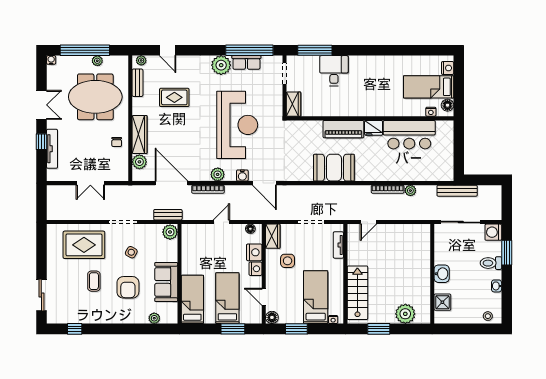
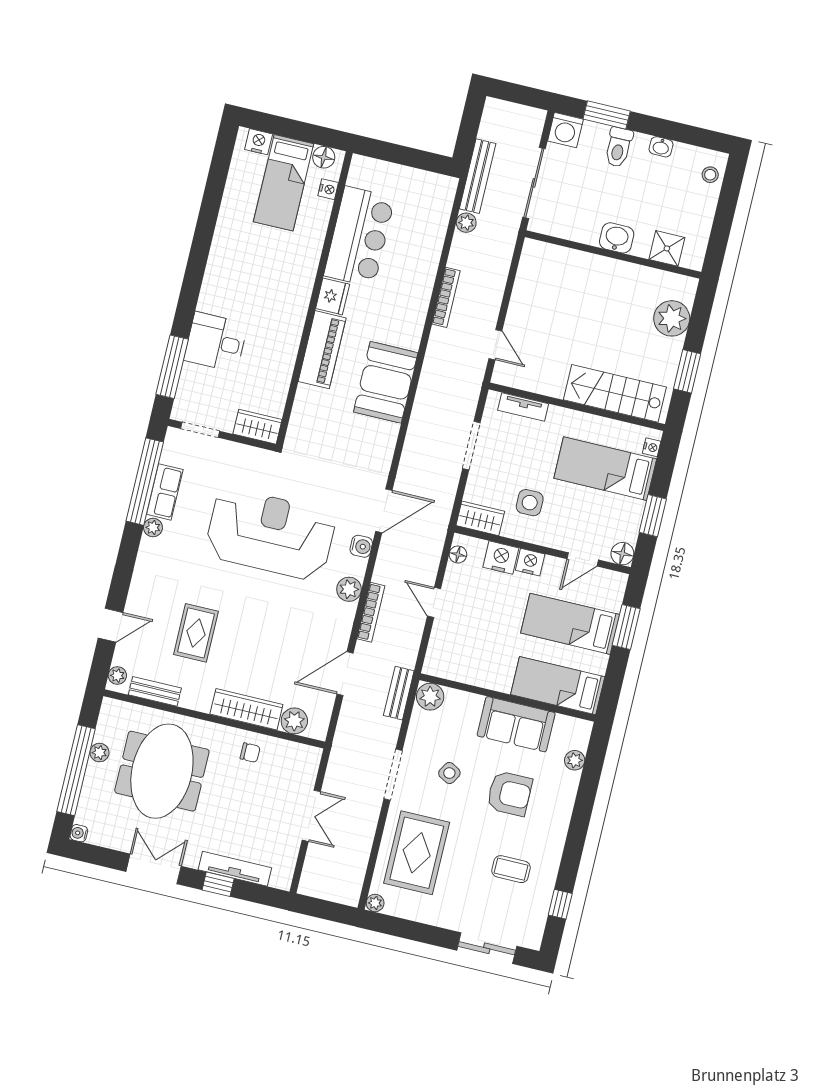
plant: (221, 65) -> (153, 527), width x0.53, depth x0.53
door: (171, 183) -> (345, 674), width x0.73
plant: (410, 191) -> (466, 223), moved
plant: (52, 229) -> (375, 903), added
coffee table: (94, 281) -> (511, 869), moved

